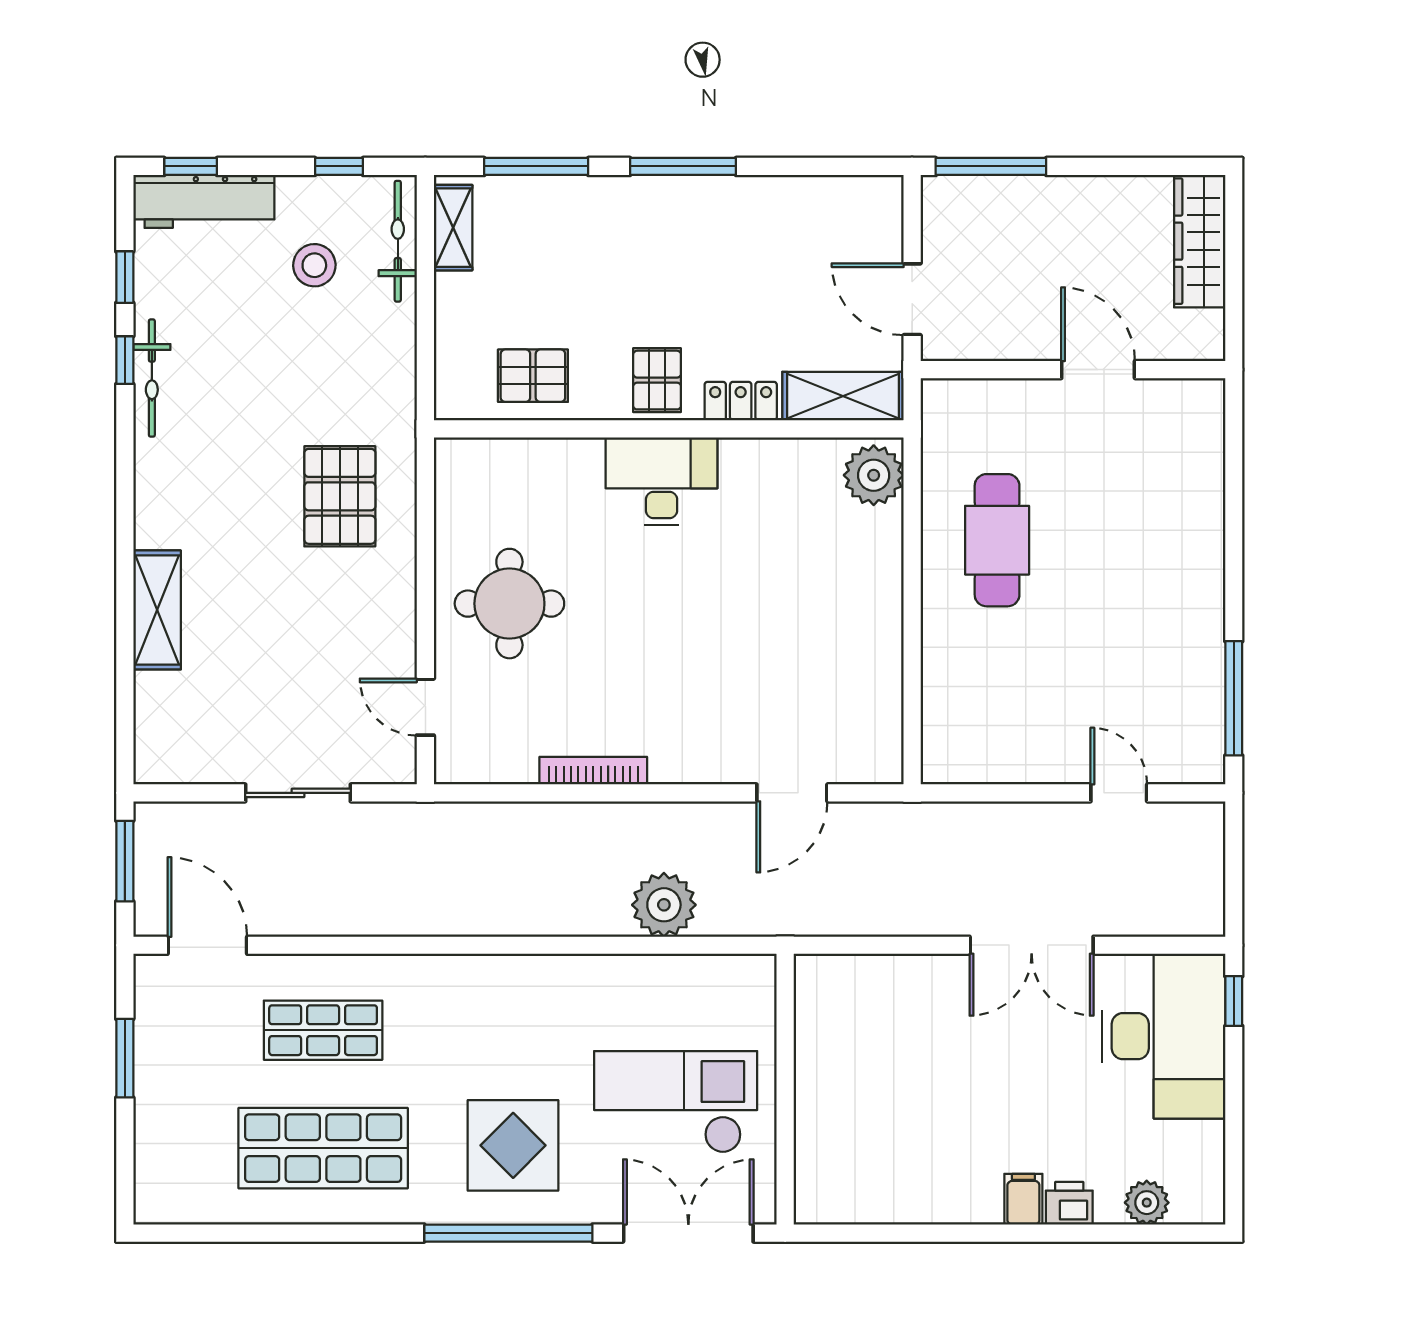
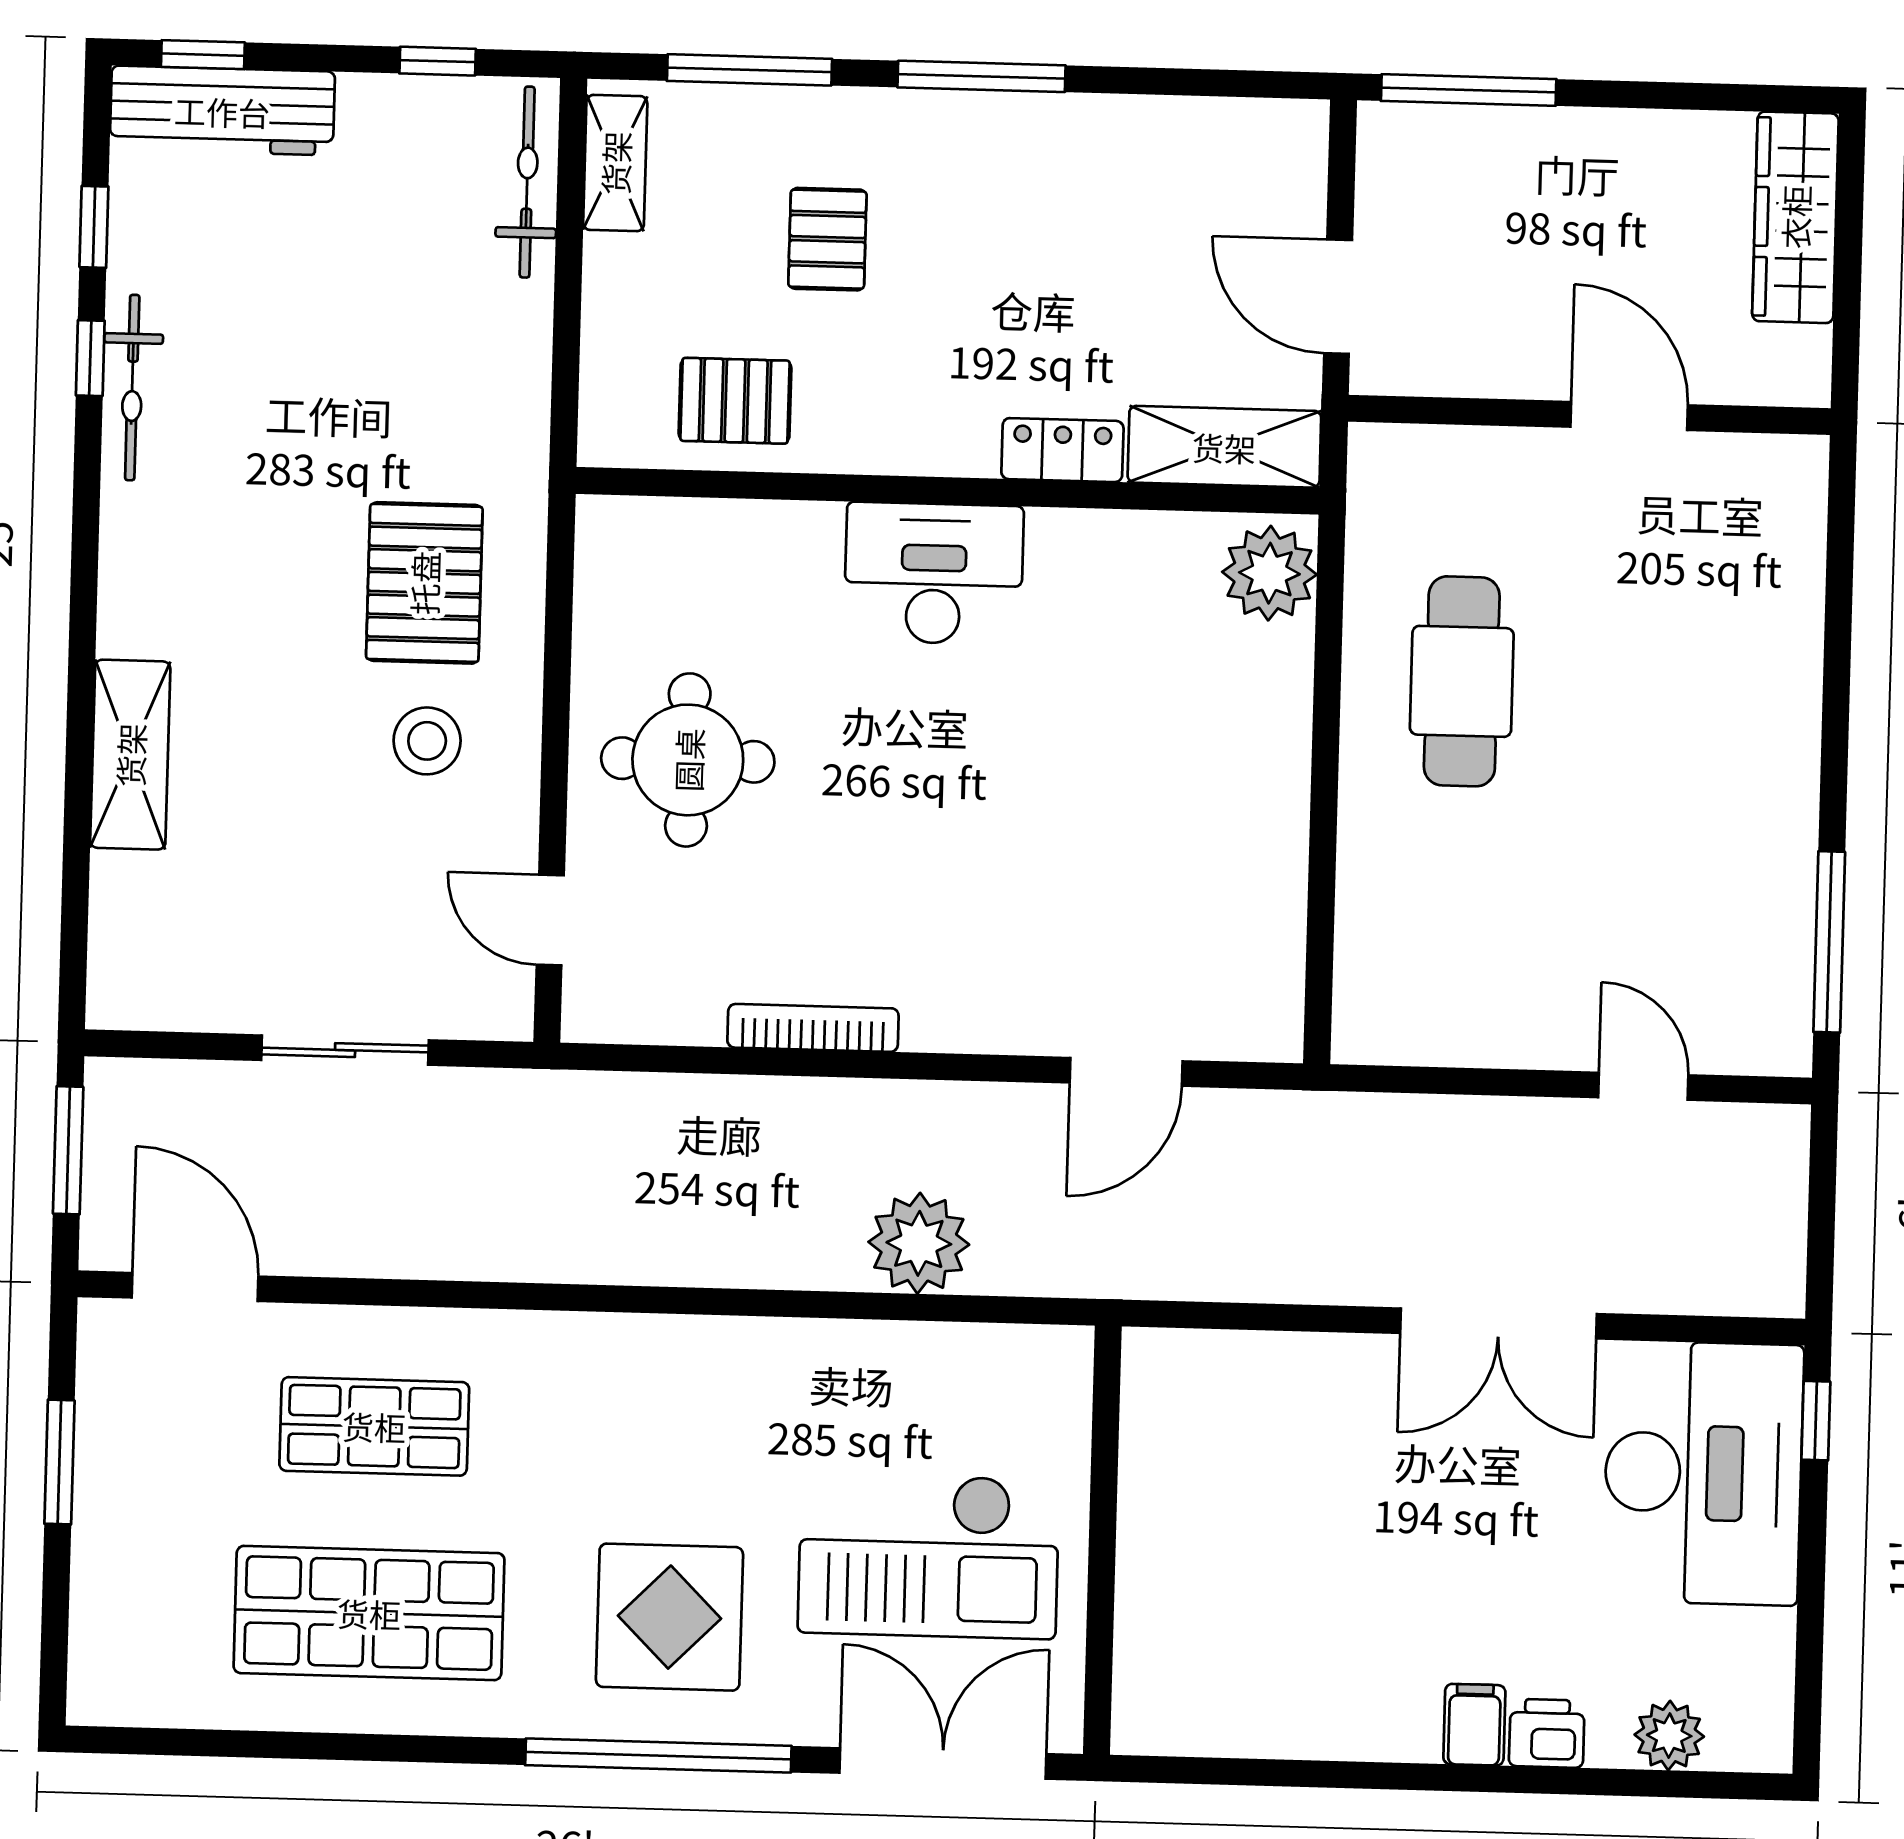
stool: (314, 265) -> (427, 741), moved
pallet: (657, 380) -> (827, 239), moved
checkout: (676, 1102) -> (929, 1555), turned 180

